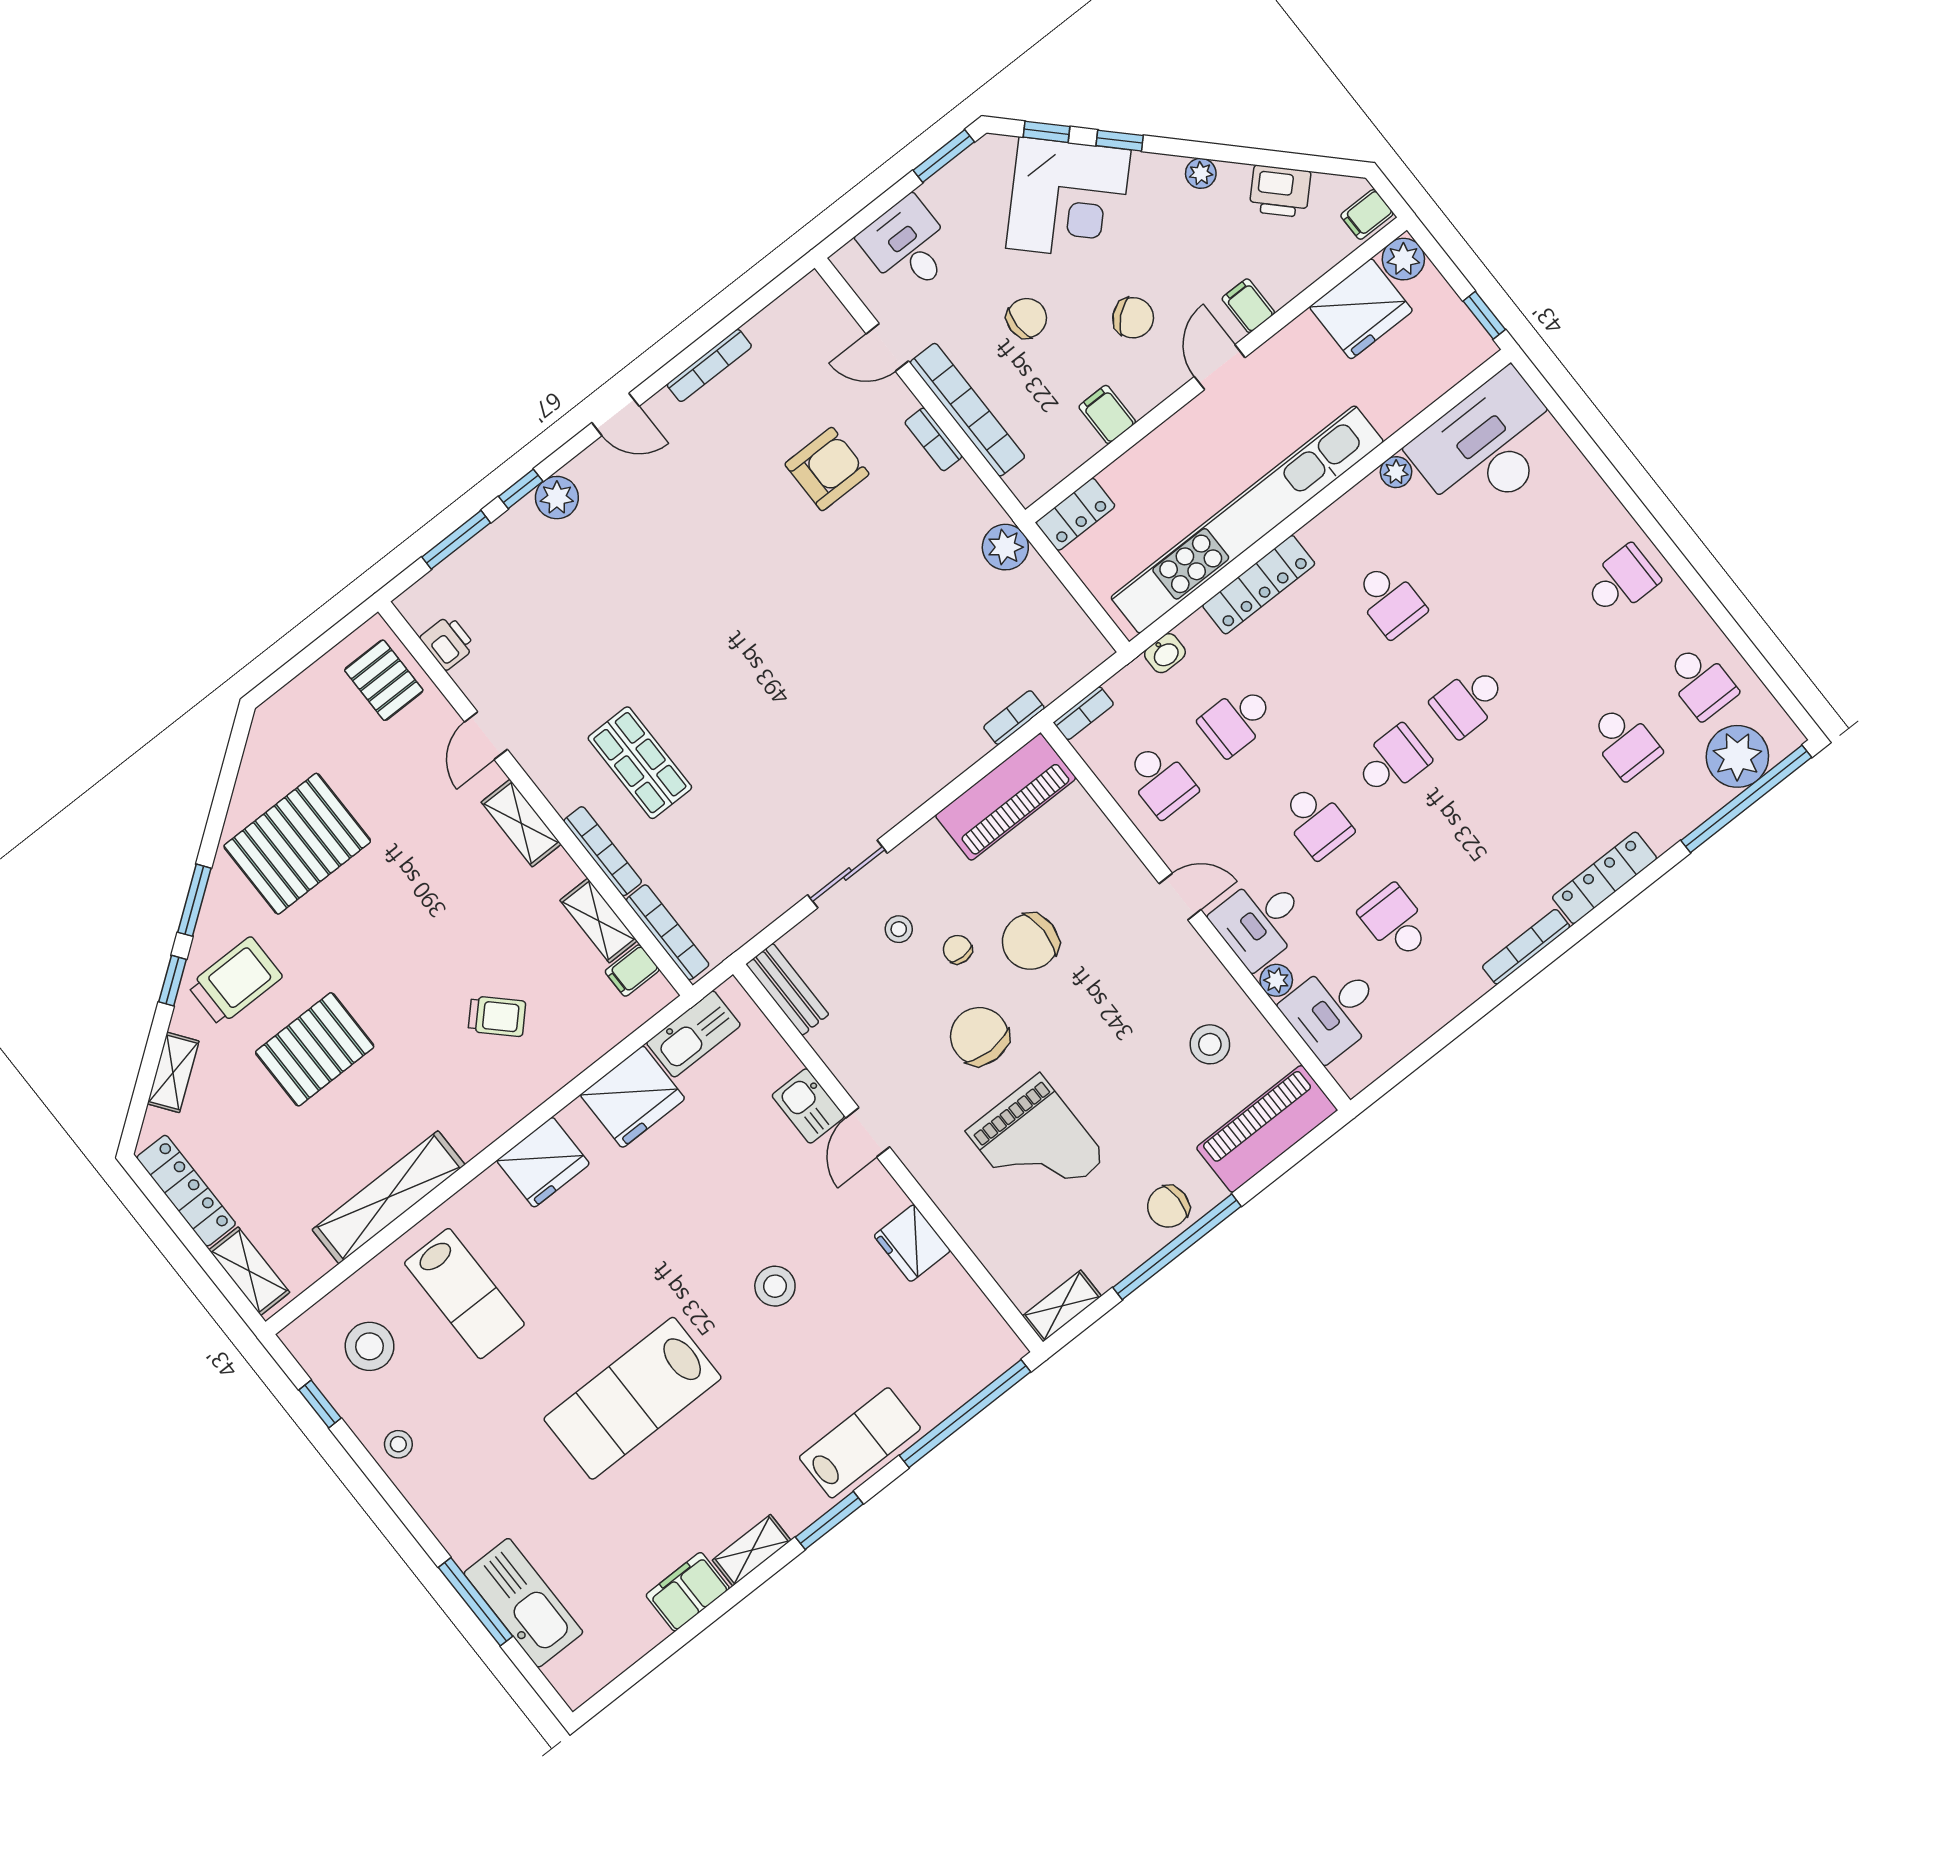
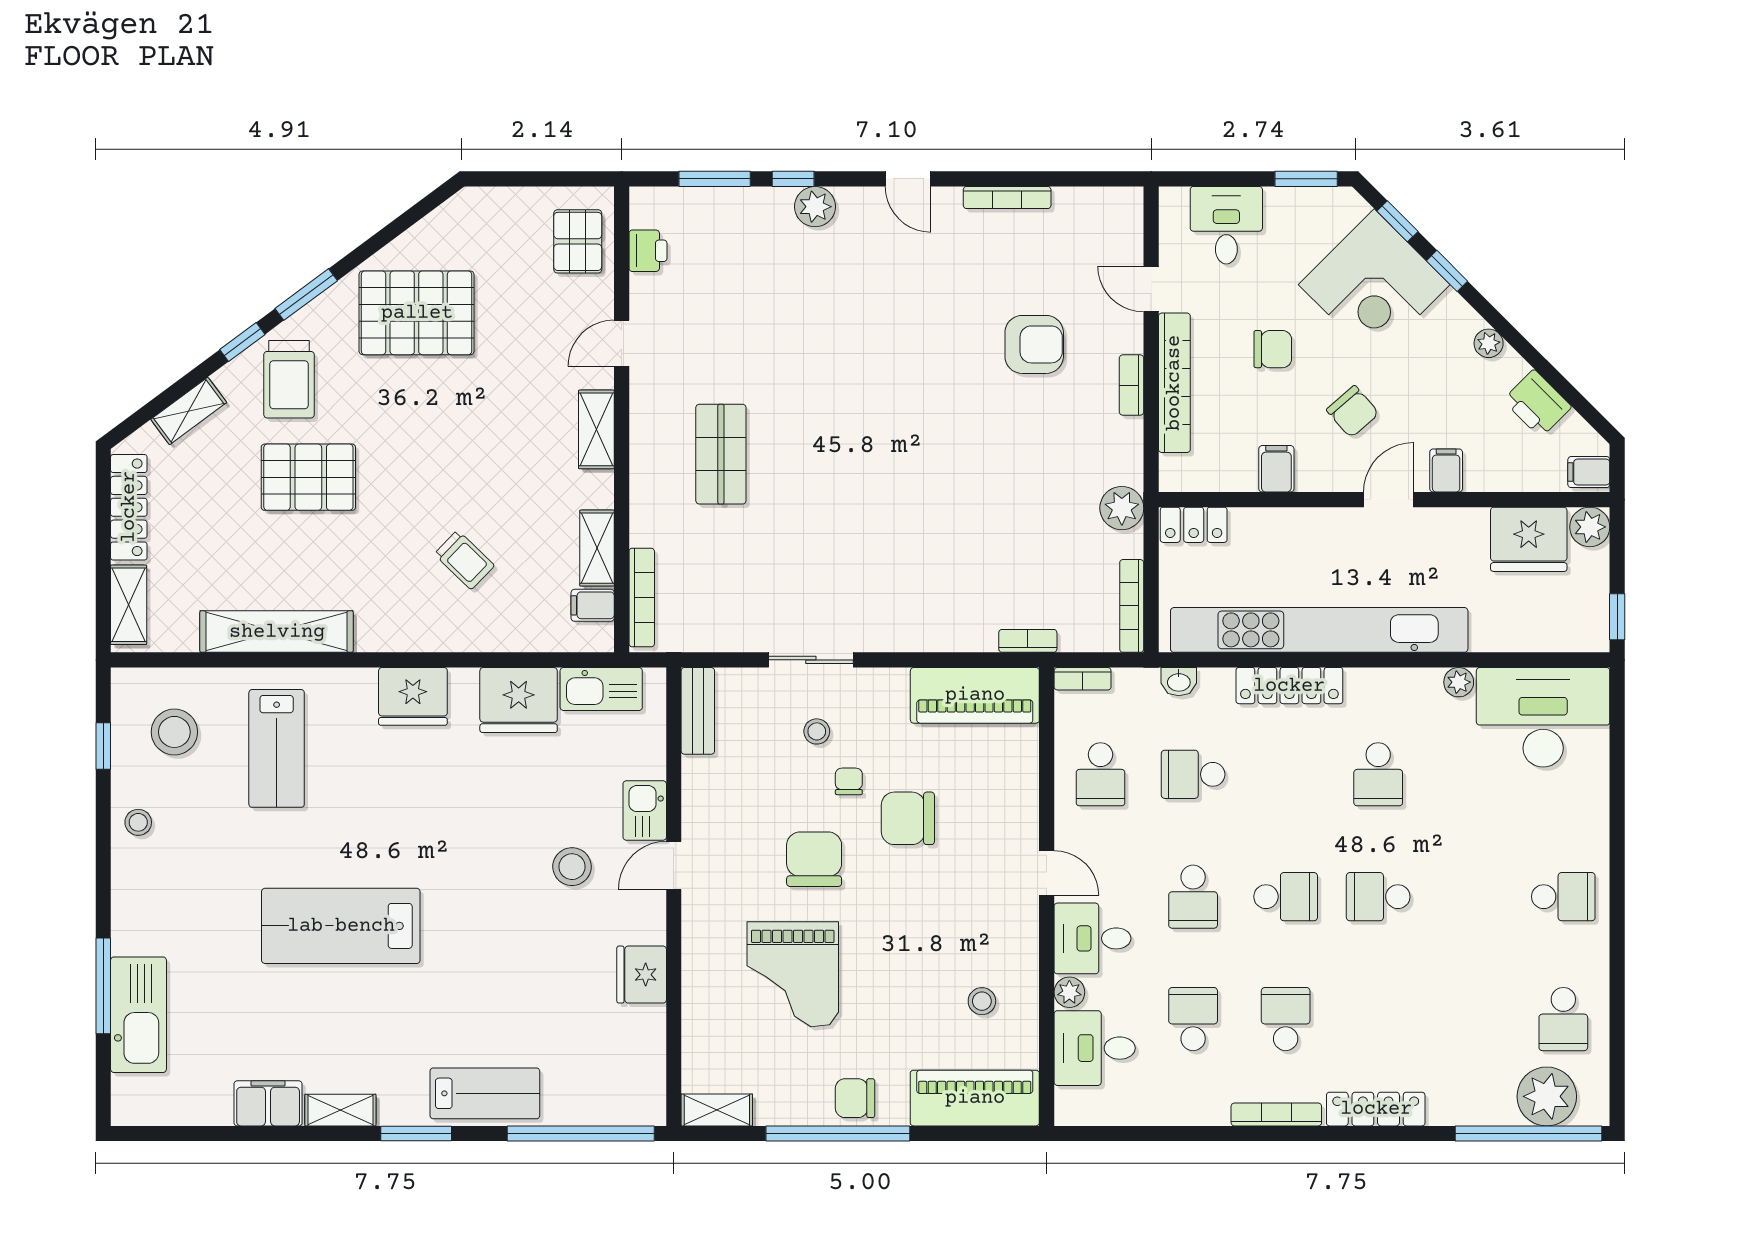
school desk: (1625, 742) -> (1286, 1019), moved, turned 180
bookcase: (603, 851) -> (1132, 606), moved, turned 180
trolley: (235, 981) -> (289, 379), turned 90
stool: (1210, 1044) -> (982, 1001), width x0.73, depth x0.73
stool: (775, 1286) -> (572, 867), moved

